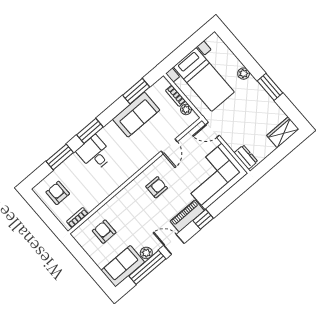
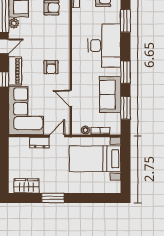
plant: (244, 74) -> (77, 188), removed
window: (90, 131) -> (125, 72), moved
wardrobe: (283, 132) -> (26, 186), moved, turned -90
desk: (95, 153) -> (104, 46), width x1.87, depth x1.30
dresser: (246, 157) -> (39, 142), moved

